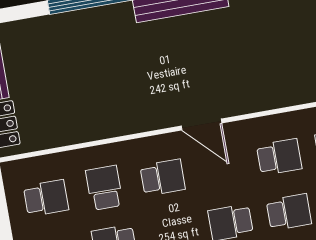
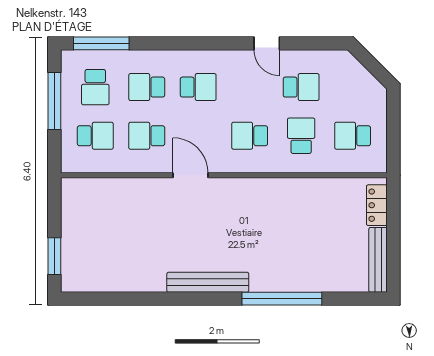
door: (202, 125) -> (190, 175), moved
school desk: (104, 188) -> (301, 136), turned 180

